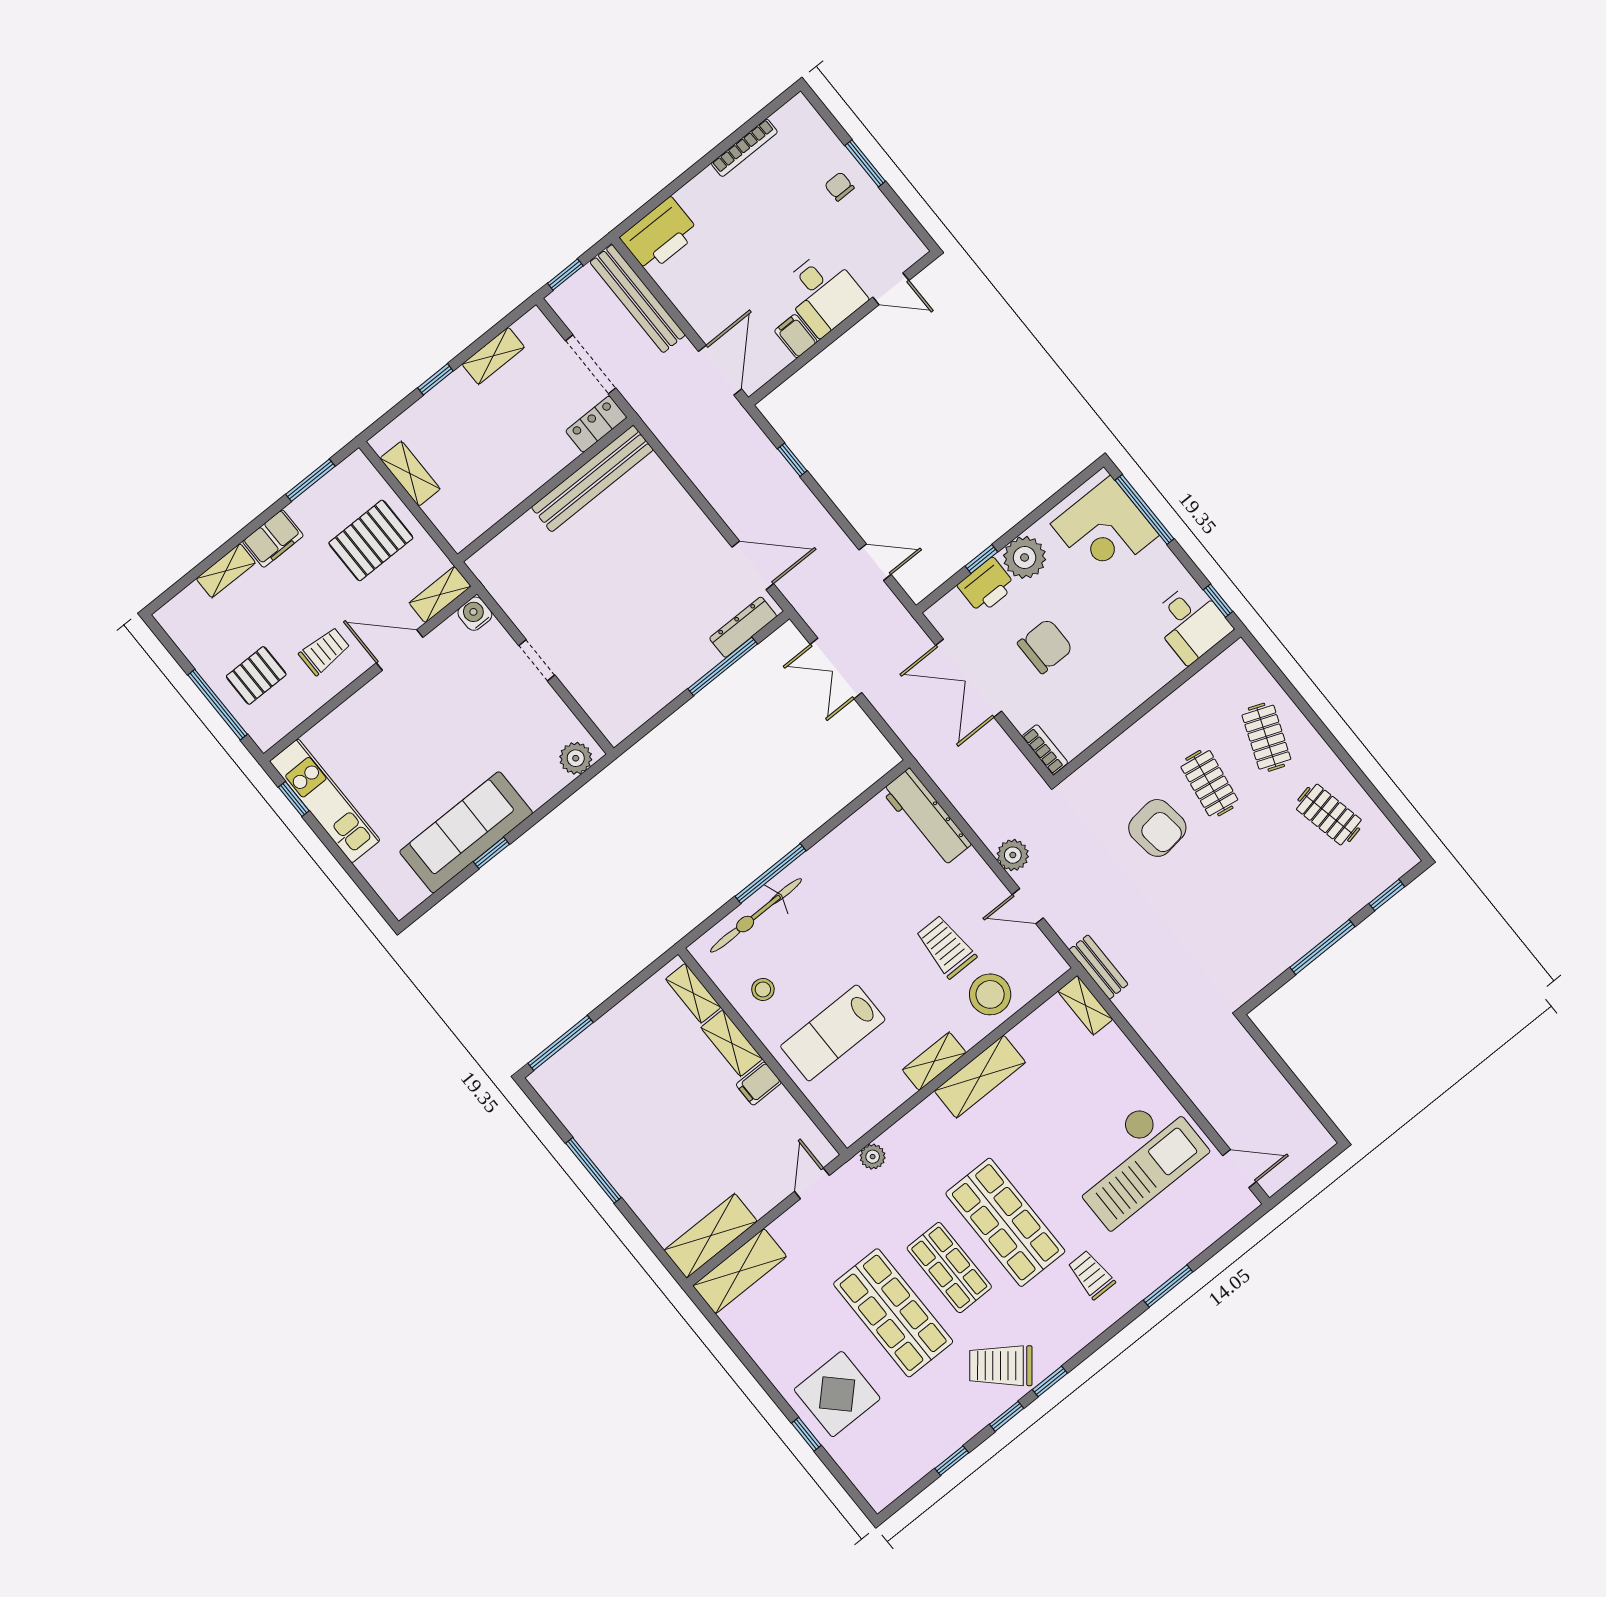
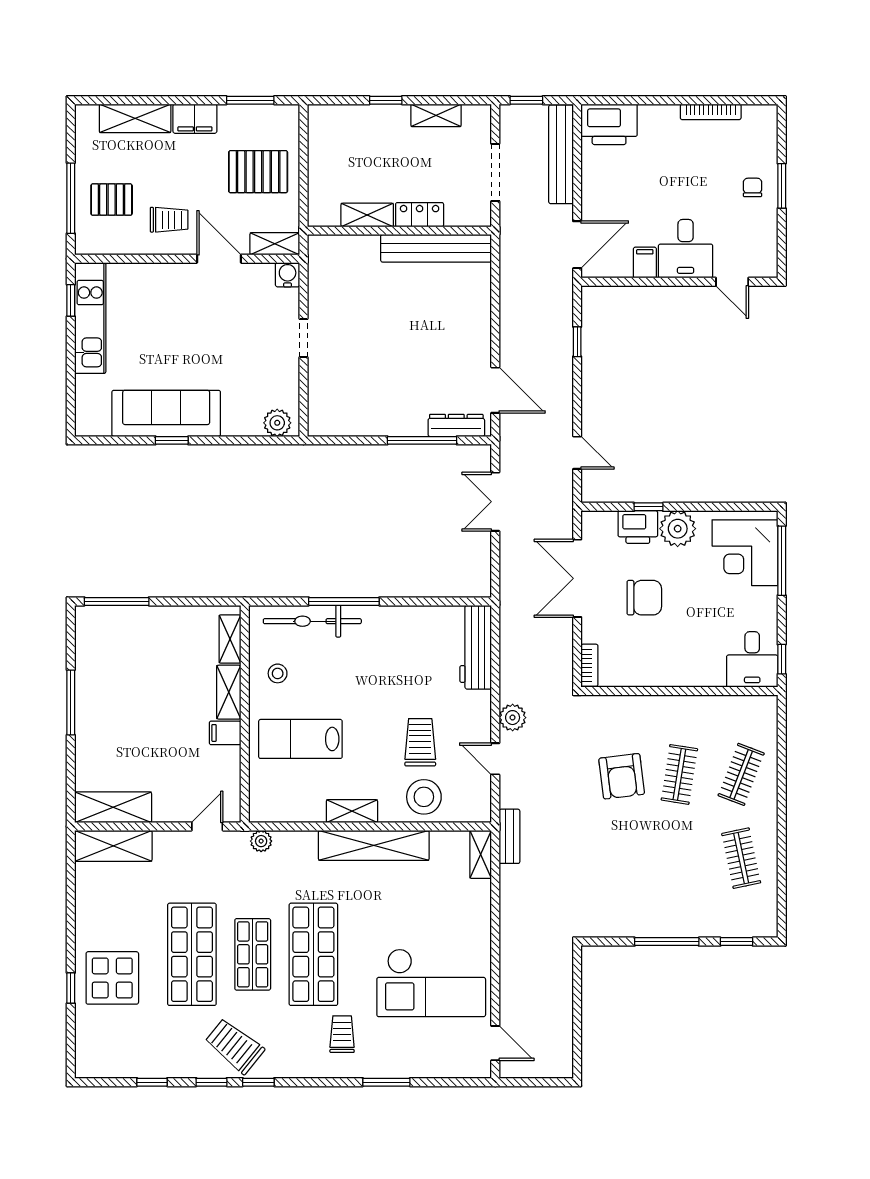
locker: (596, 424) -> (420, 215), moved
shelving: (410, 474) -> (367, 215), moved, turned 90
shelving: (226, 571) -> (135, 118), width x1.50, depth x1.33
shelving: (980, 1077) -> (374, 845), width x1.47

